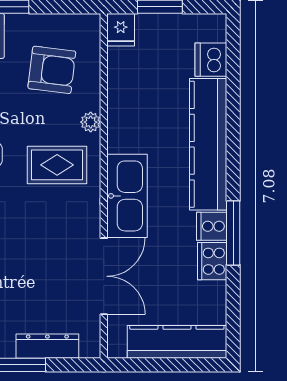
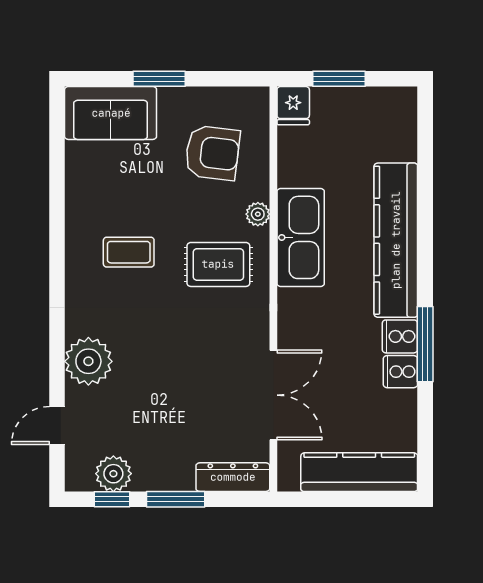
dishwasher: (211, 60) -> (399, 141), removed
kitchen sink: (127, 196) -> (301, 237), moved
cooker: (212, 261) -> (400, 372), width x0.73
dresser: (47, 346) -> (233, 477), moved

